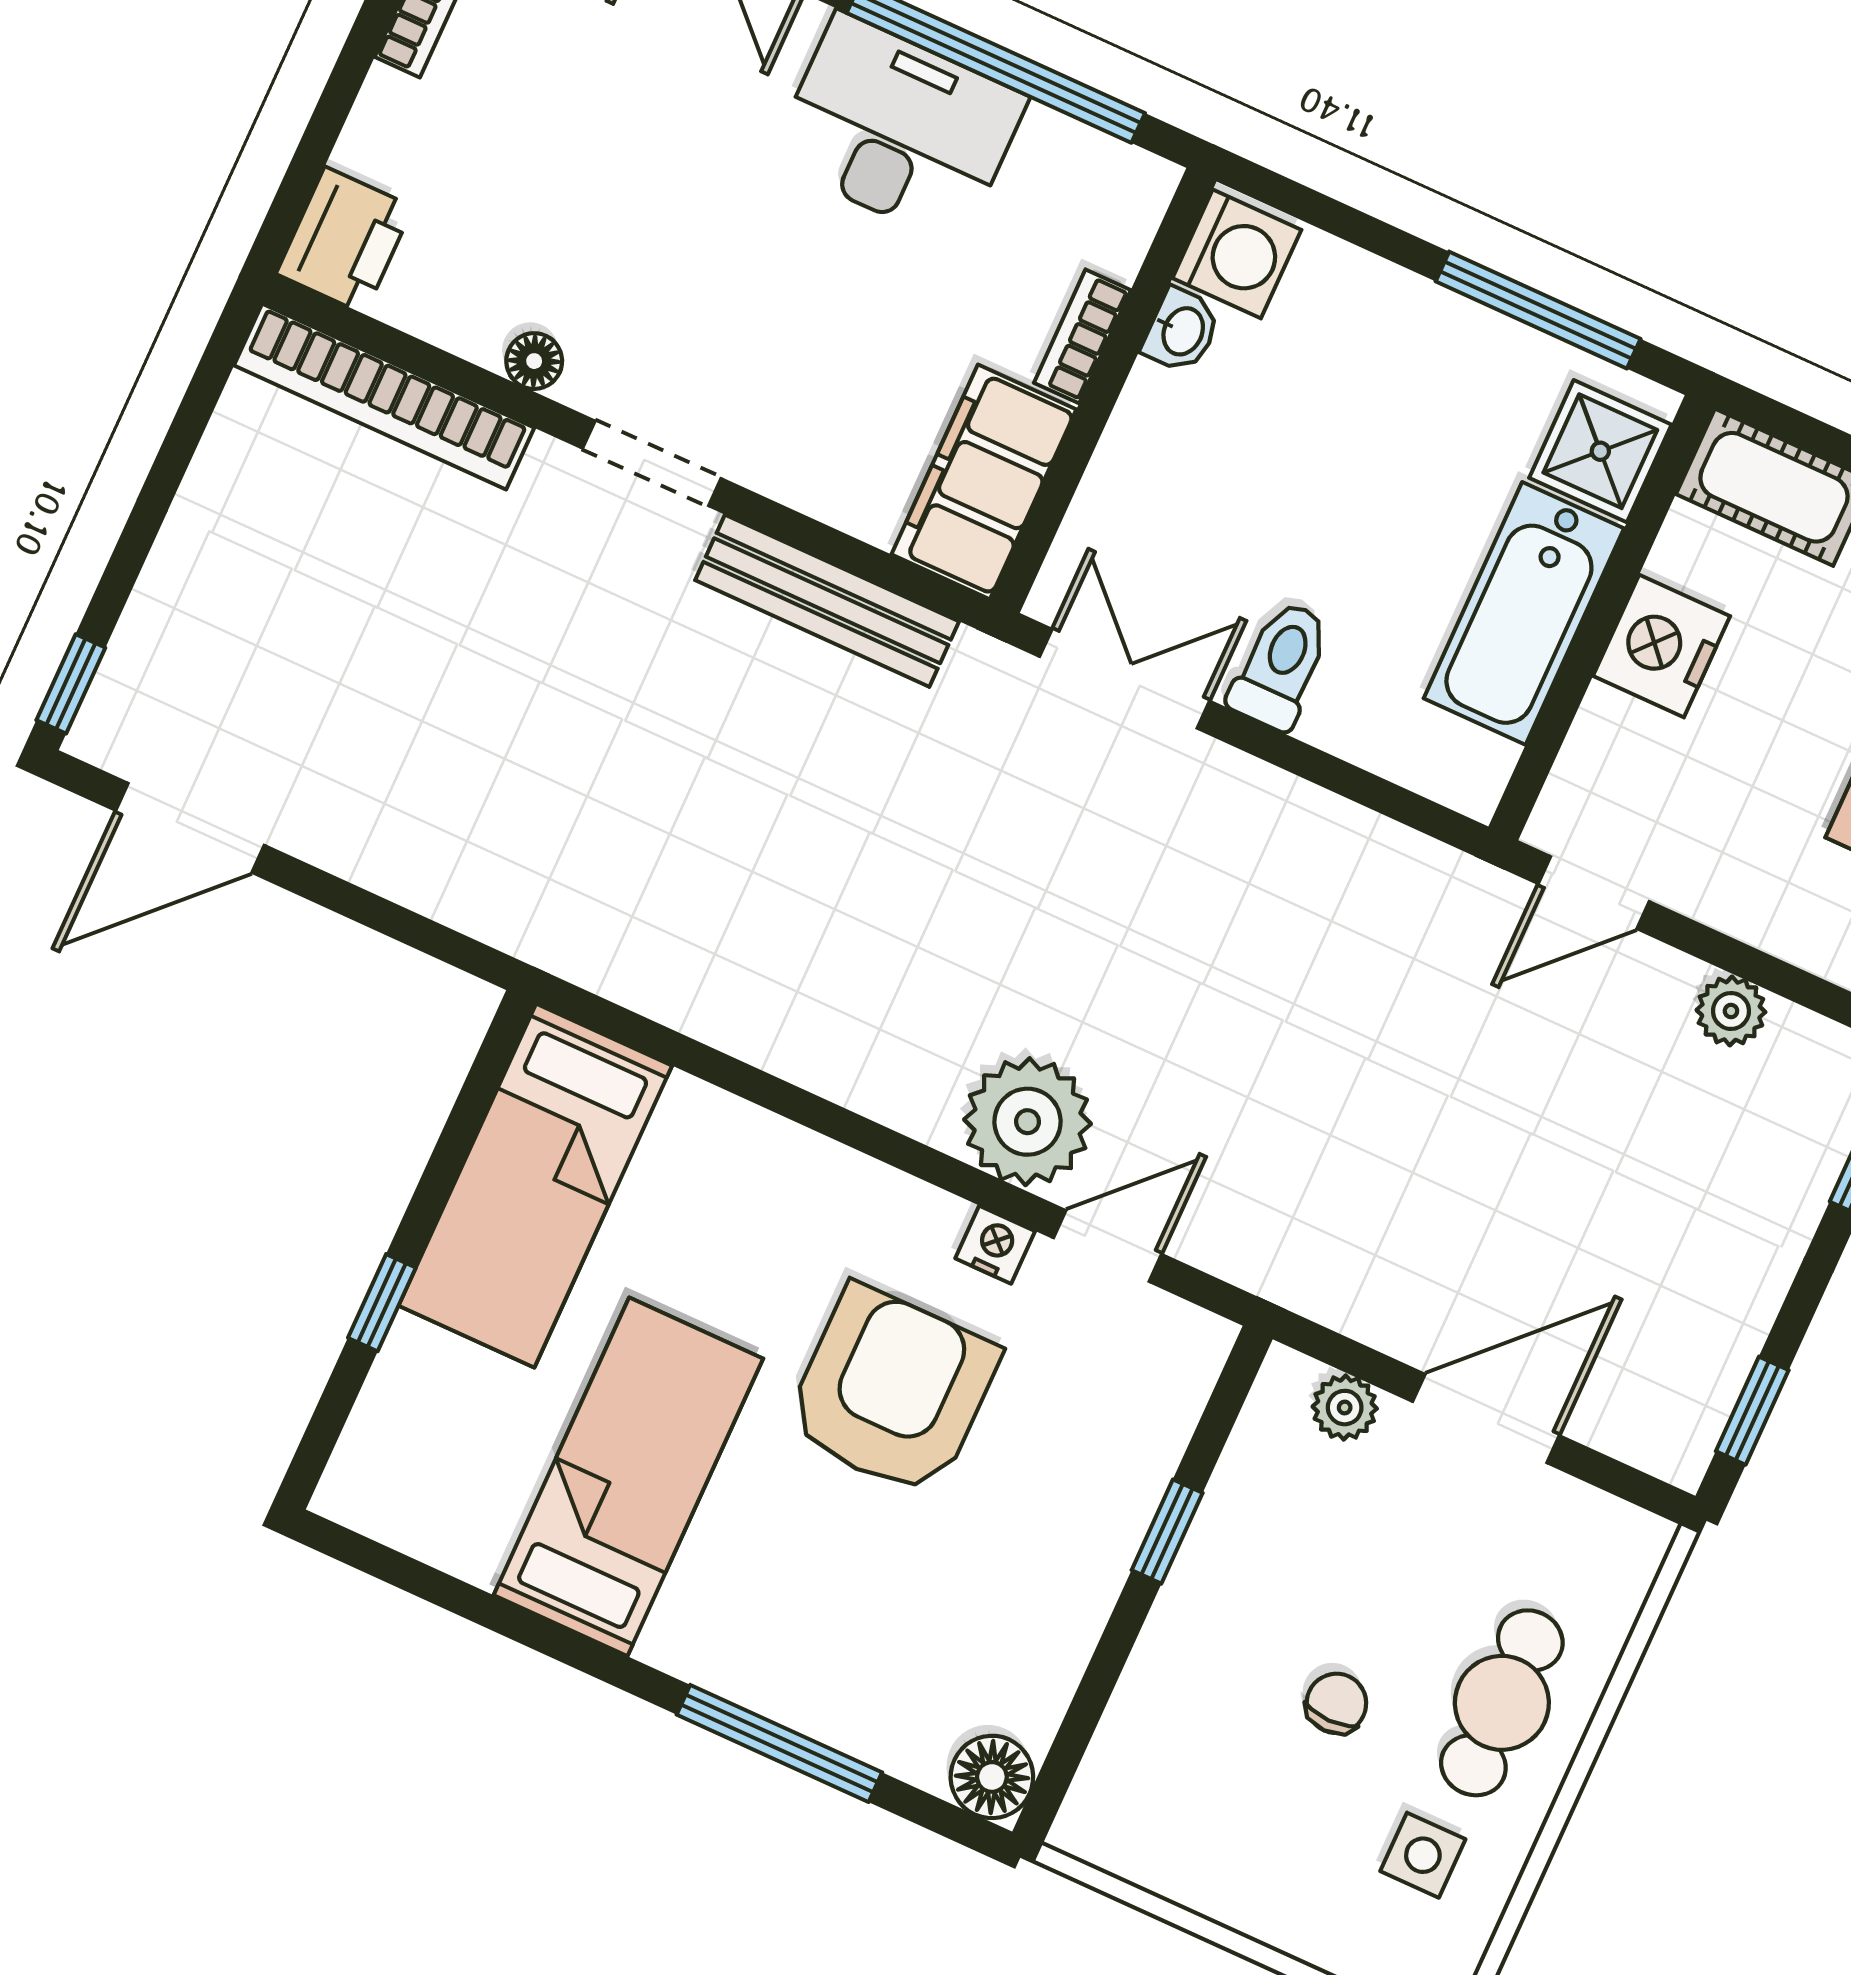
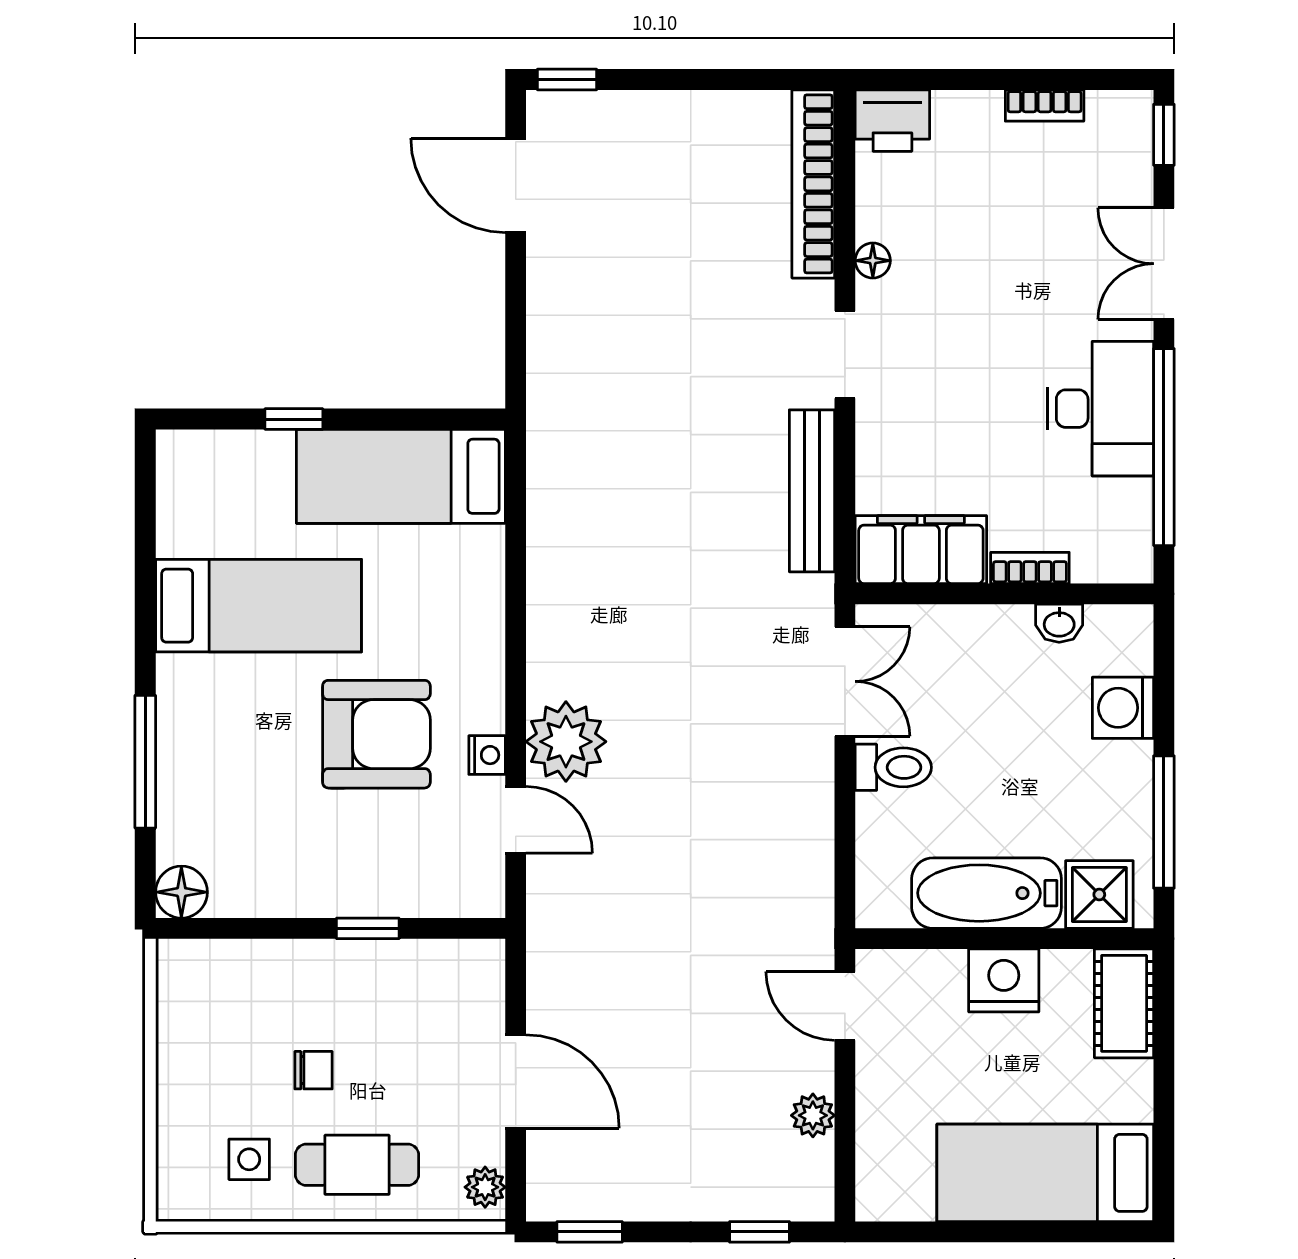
washing machine: (1237, 254) -> (1123, 708), moved, turned 90
plant: (1345, 1408) -> (485, 1187), moved

